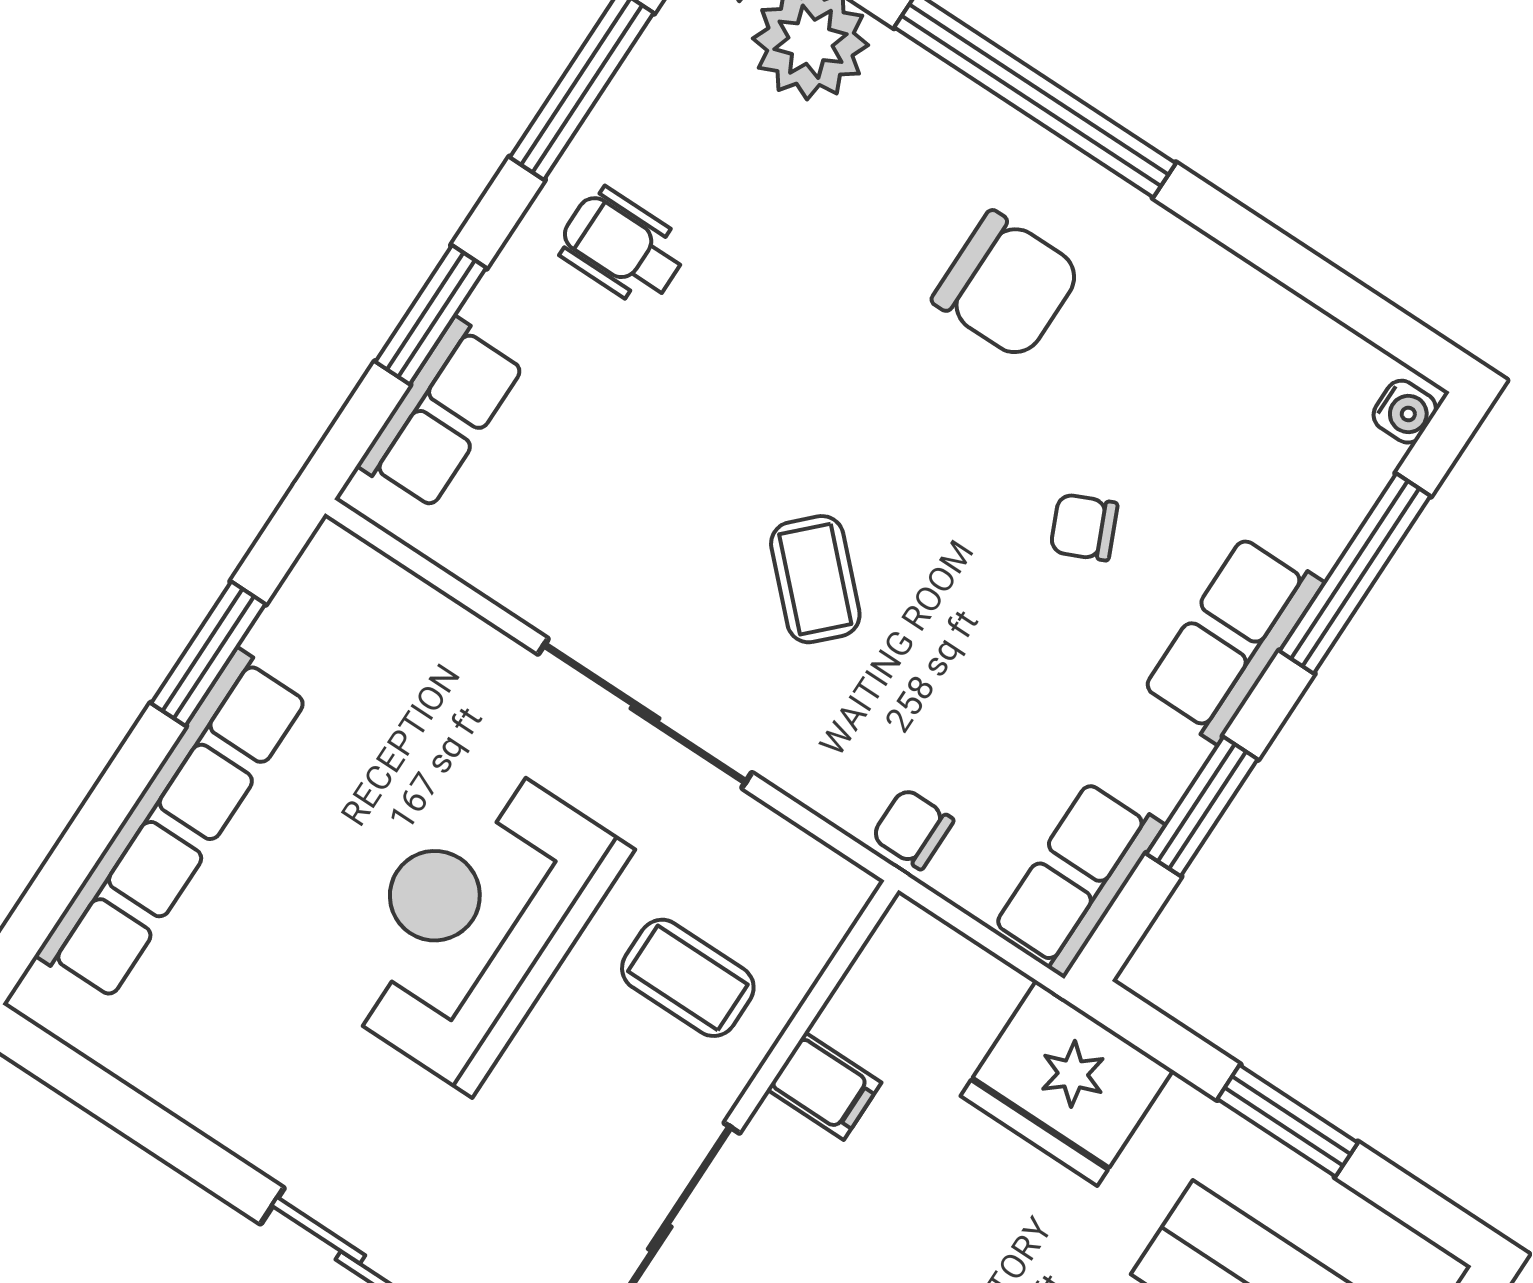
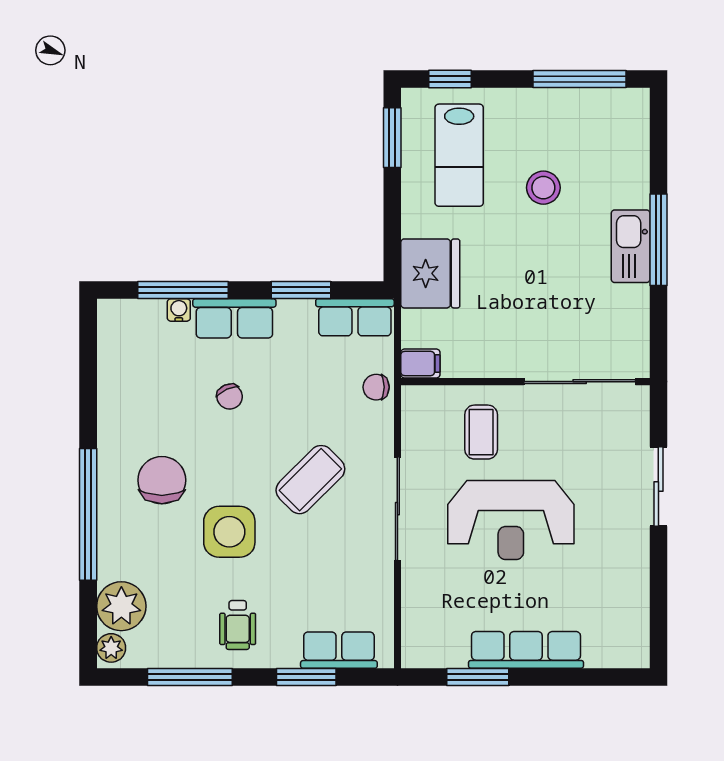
side table: (817, 351) -> (229, 532), added
water cooler: (1405, 412) -> (179, 310), moved
coffee table: (815, 579) -> (310, 480), width x1.36, depth x1.30
row of seats: (172, 825) -> (526, 650), width x0.73
chair: (913, 829) -> (376, 387), turned 90
filing cabinet: (824, 1086) -> (420, 363), moved, turned 90
window: (1288, 1121) -> (392, 138), moved

